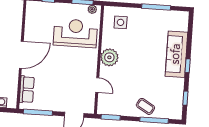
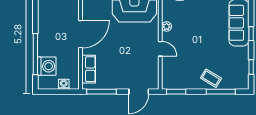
plant: (109, 57) -> (167, 26), width x0.53, depth x0.53
door: (97, 85) -> (160, 49), moved

